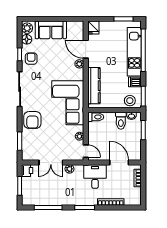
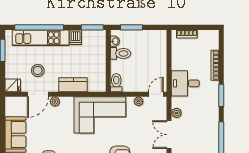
kitchen counter: (94, 86) -> (73, 85), width x0.67
stool: (130, 101) -> (38, 70), moved
double door: (51, 162) -> (169, 135), swing flipped
door: (119, 162) -> (169, 55), removed

